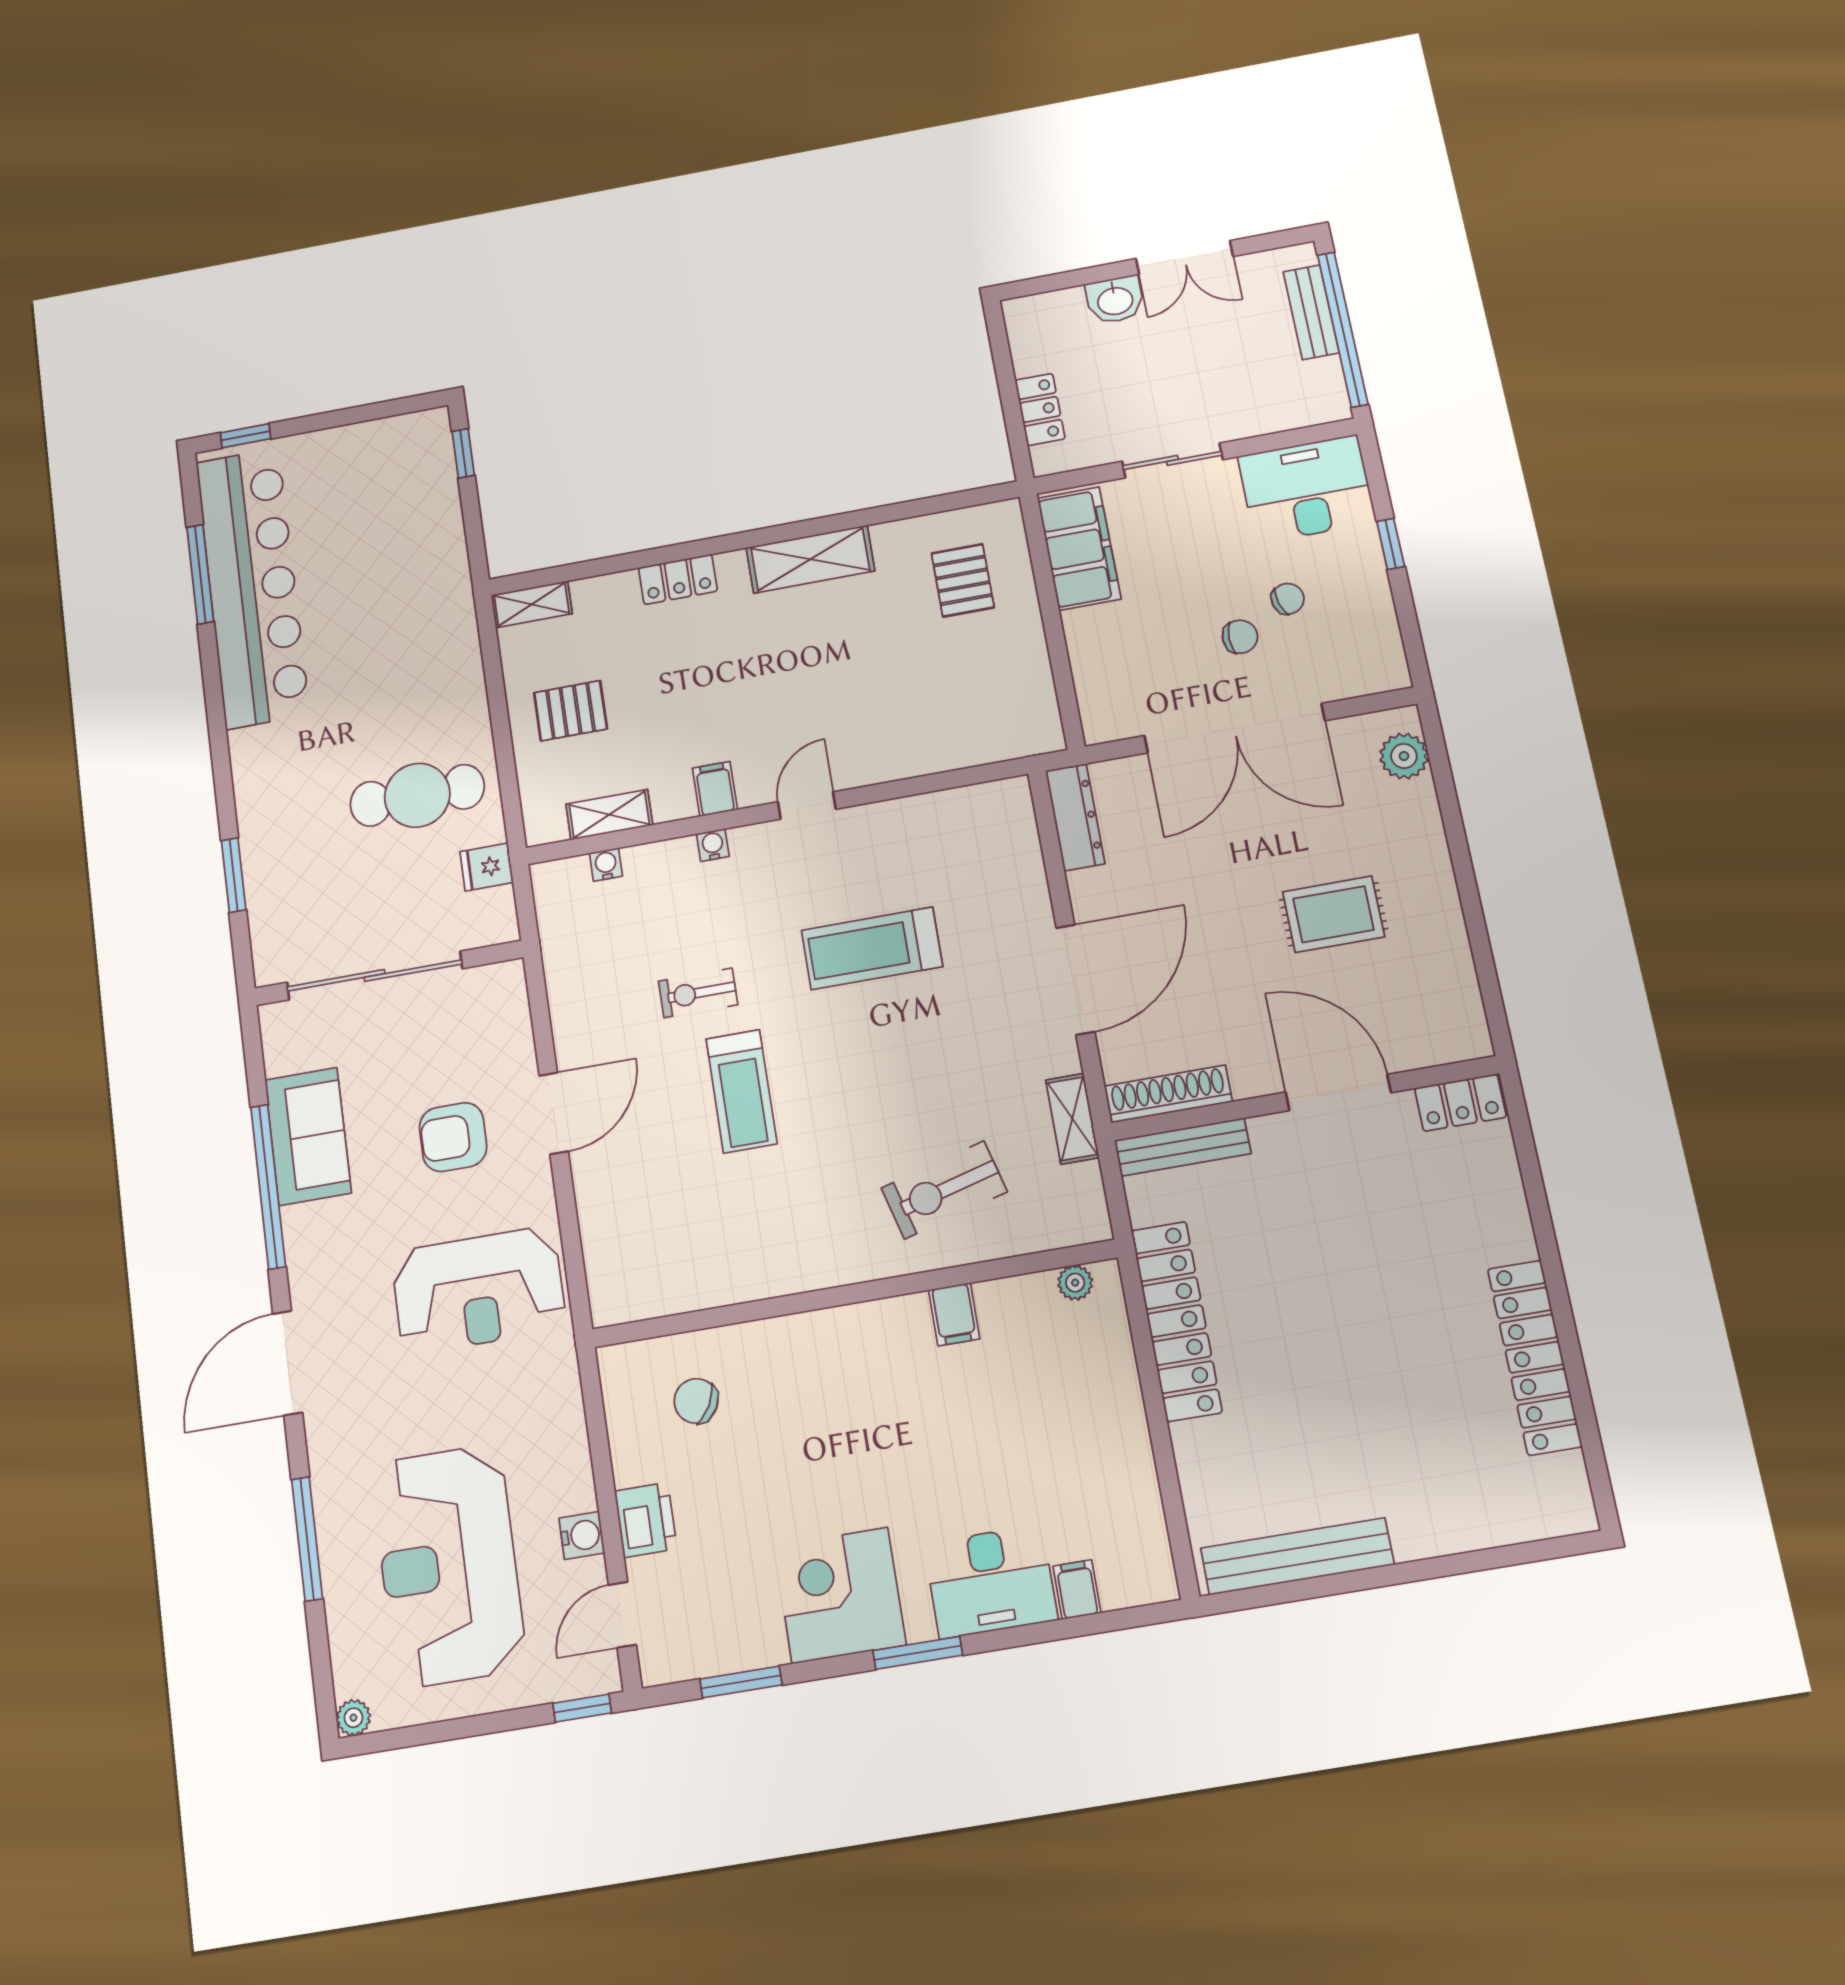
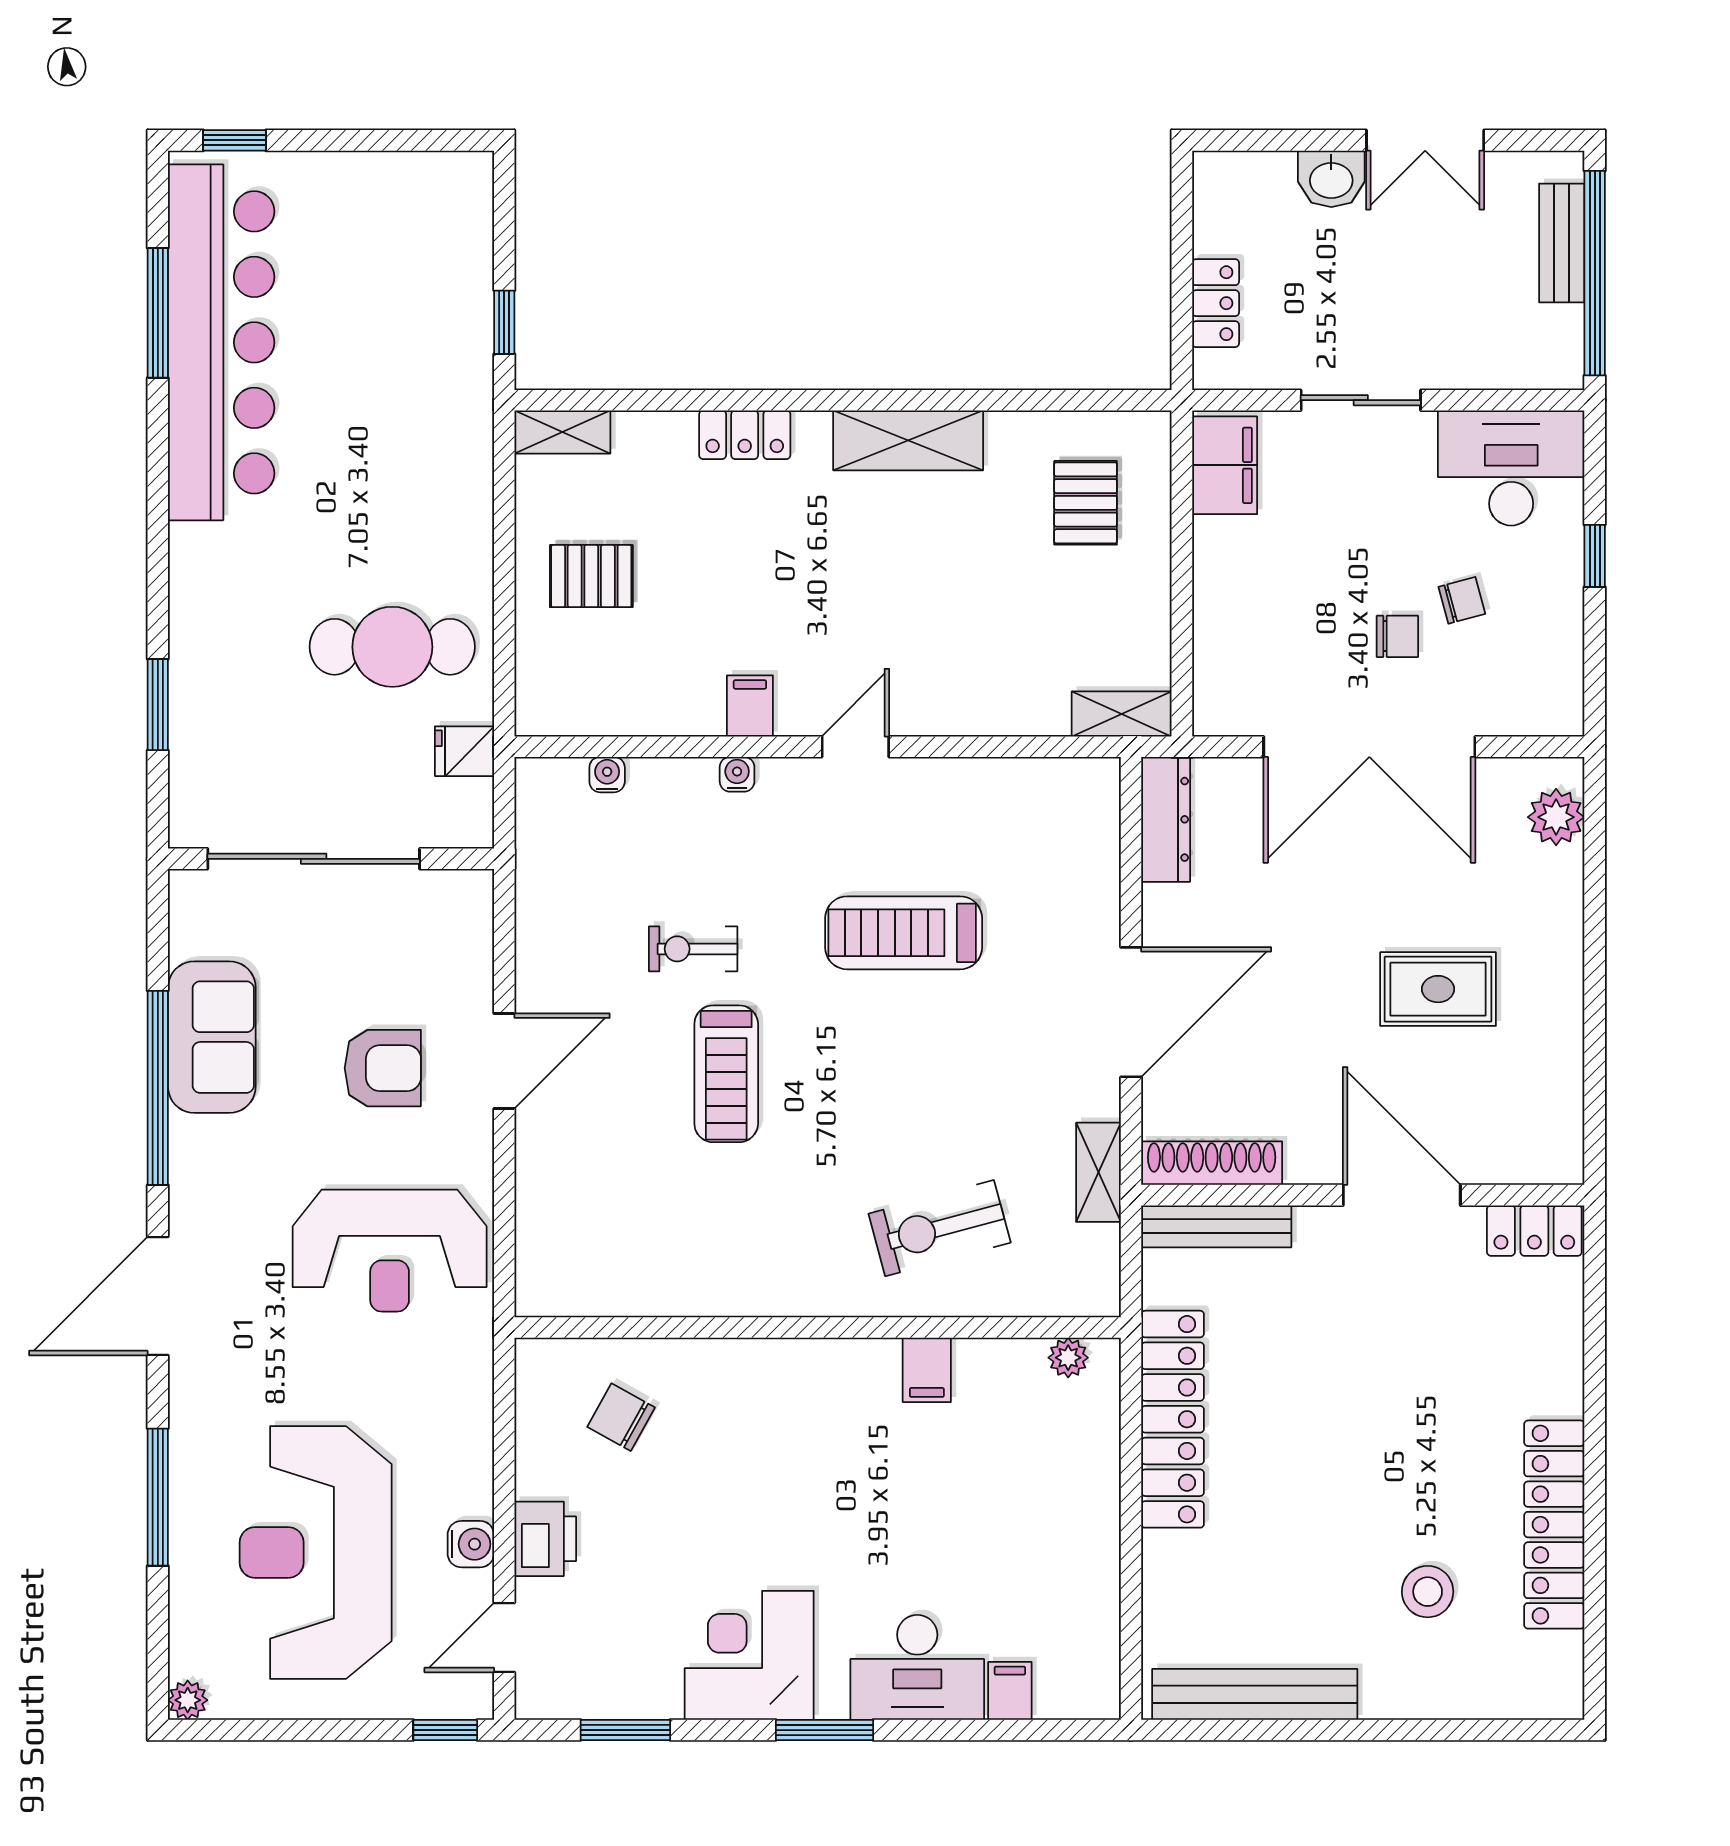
window: (463, 453) -> (504, 322), moved
filing cabinet: (1079, 548) -> (1225, 465), width x0.67, depth x0.86
shelving: (609, 815) -> (1122, 714), moved
armchair: (453, 1137) -> (383, 1068), turned 180
stool: (1434, 1437) -> (1428, 1592), added

